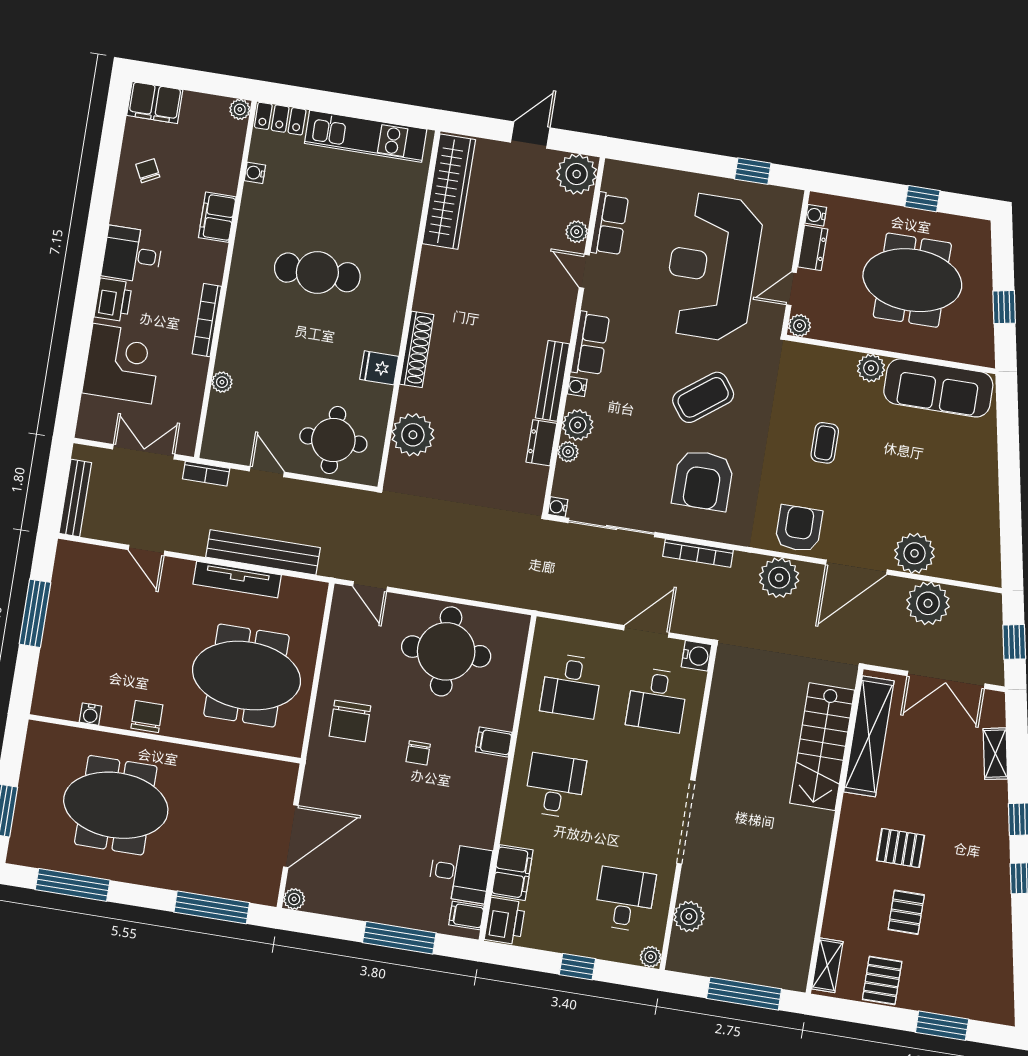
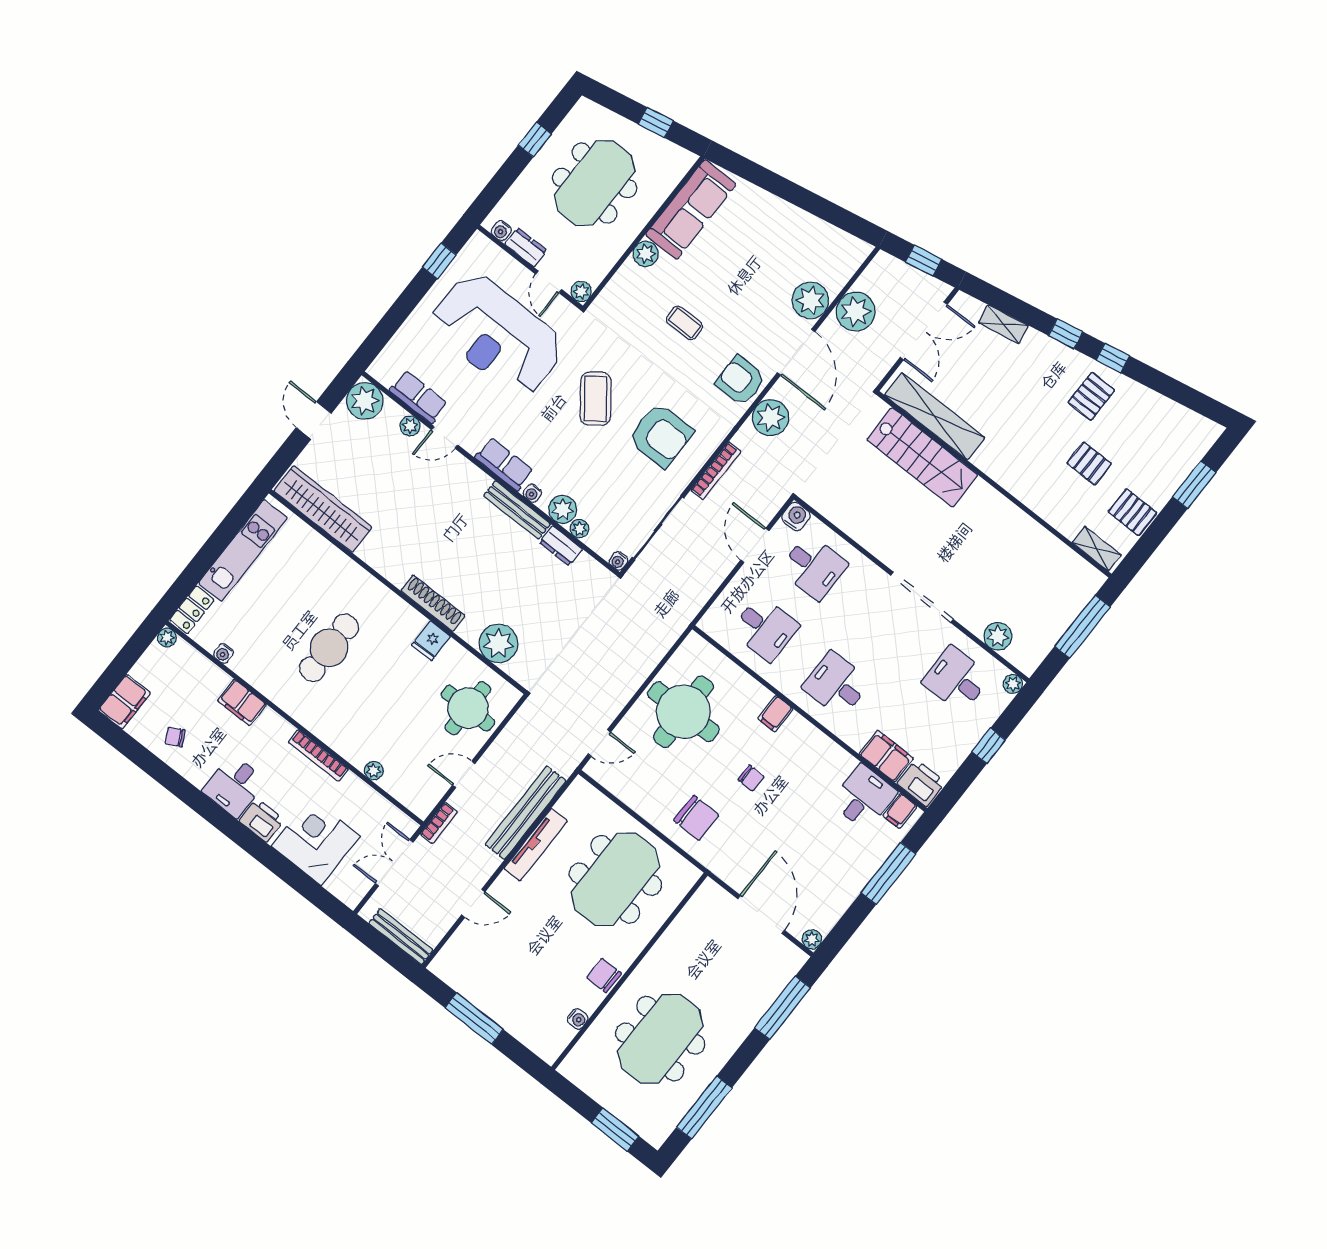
pallet: (901, 848) -> (1091, 396), moved

